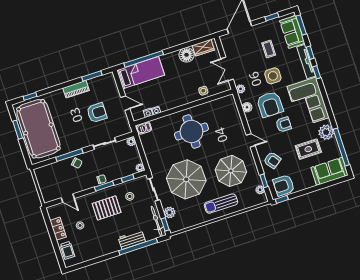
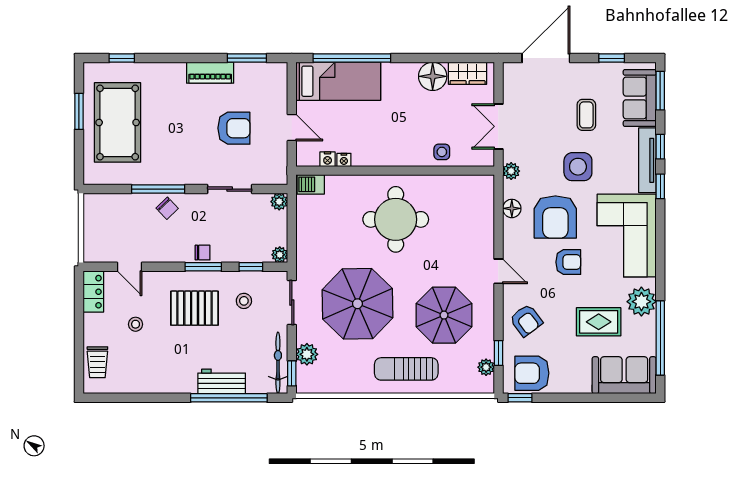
pool table: (38, 129) -> (118, 122), width x0.73, depth x0.76
locker: (58, 229) -> (93, 292), moved

